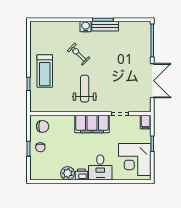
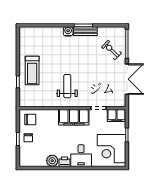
exercise bike: (79, 54) -> (112, 50), moved
filing cabinet: (146, 122) -> (116, 116), width x2.00

